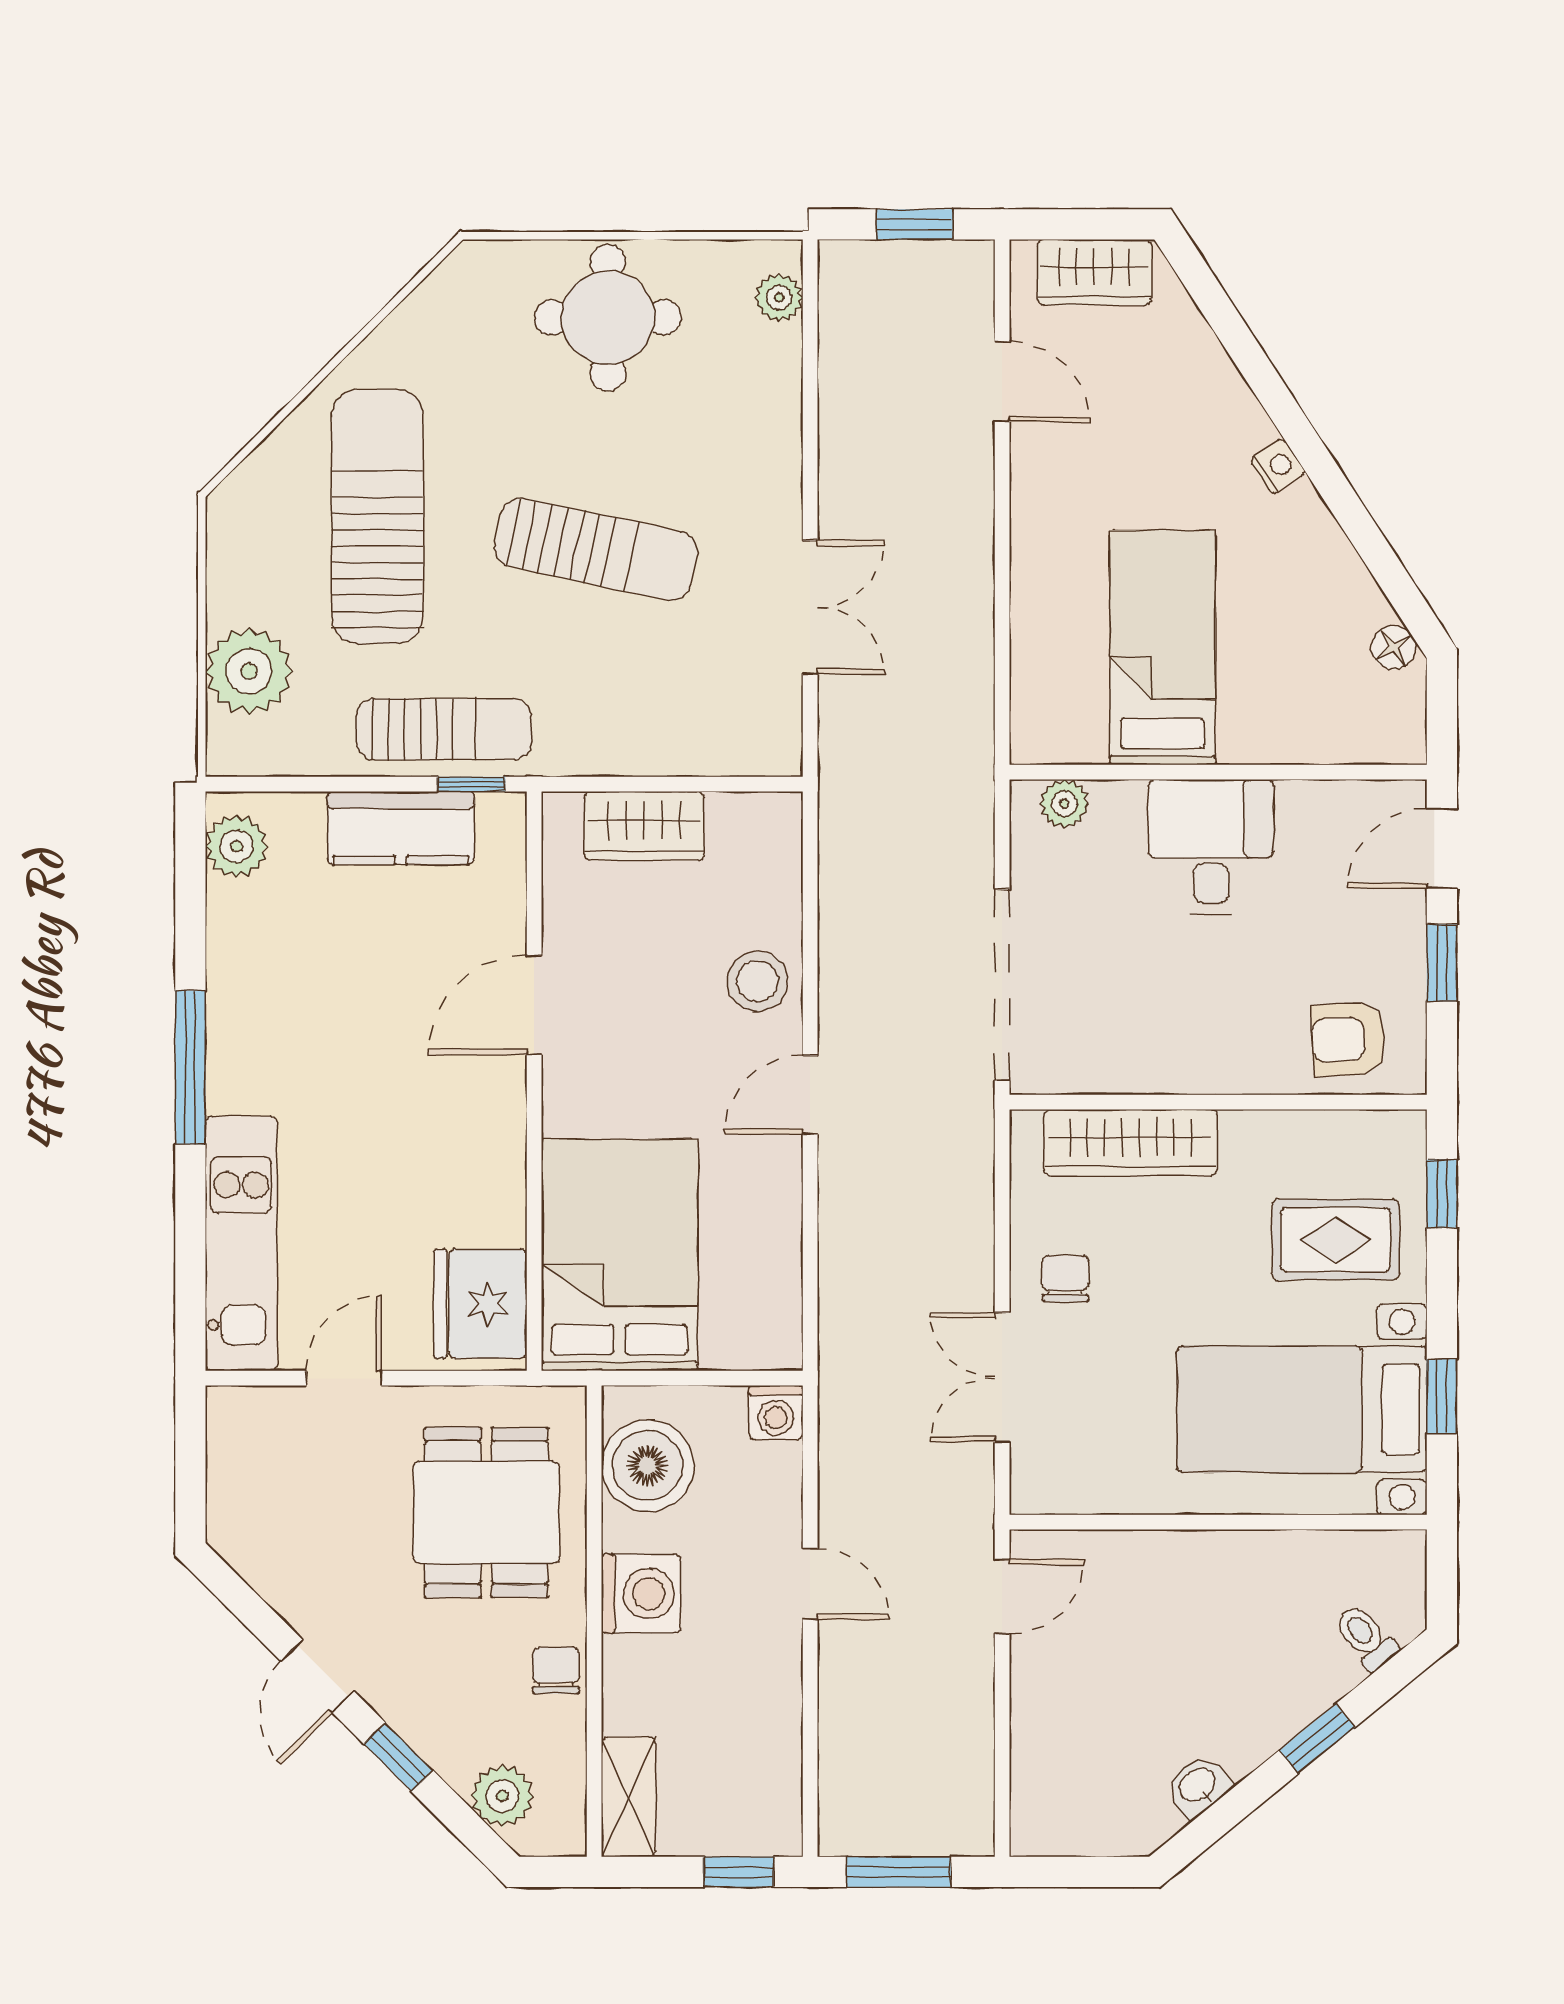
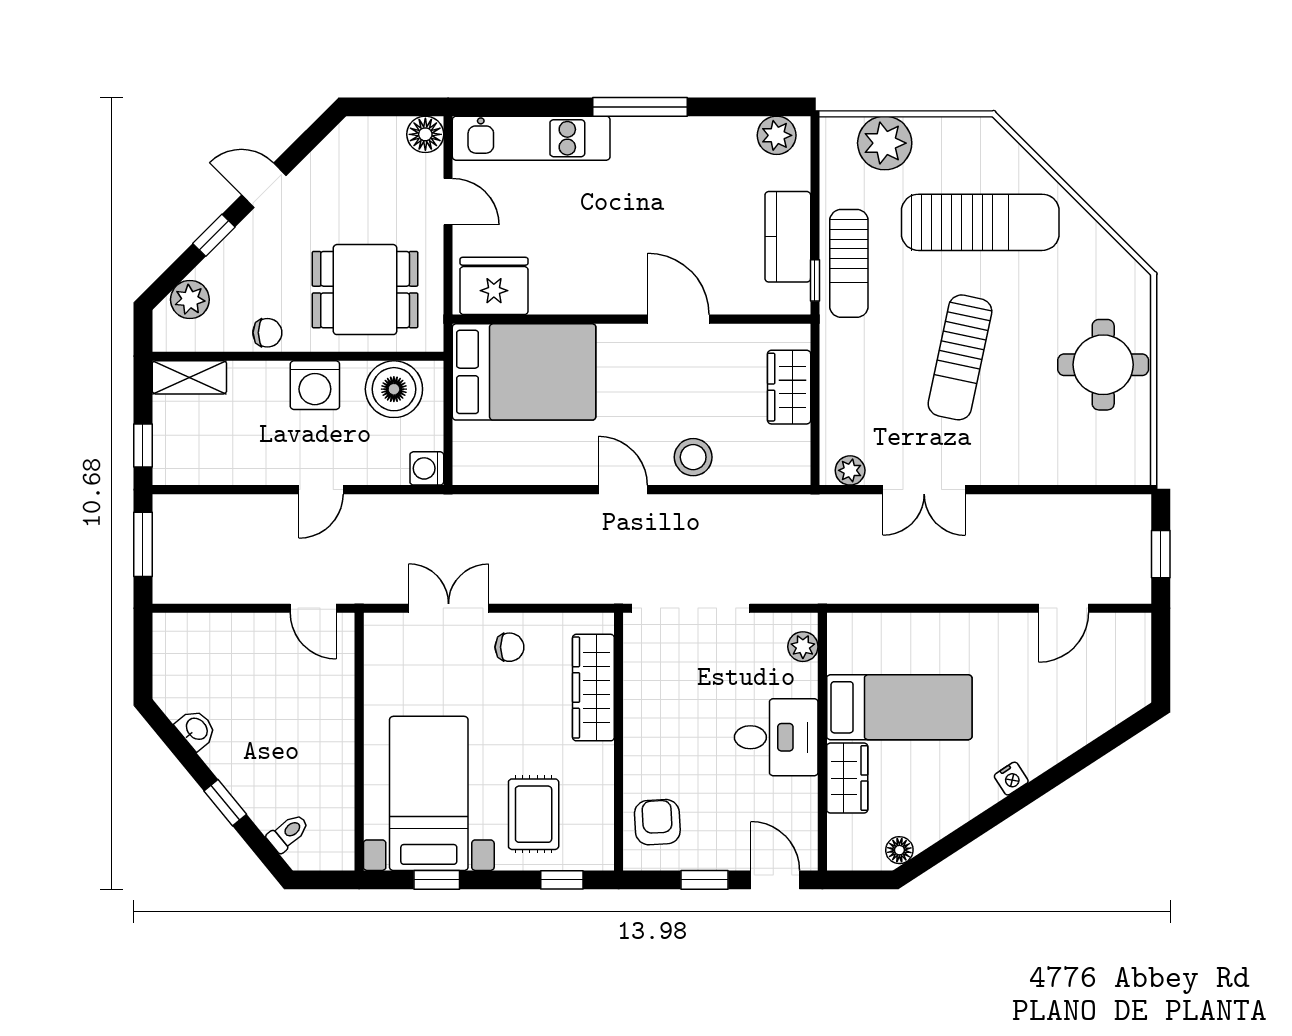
wardrobe: (1094, 272) -> (847, 778), moved, turned 180
plant: (779, 297) -> (850, 470), moved
floor lamp: (235, 1415) -> (425, 134), added

